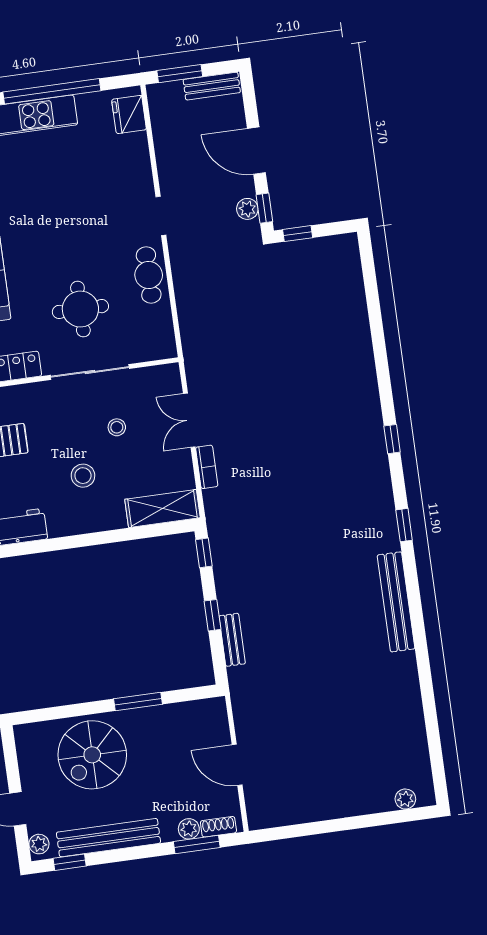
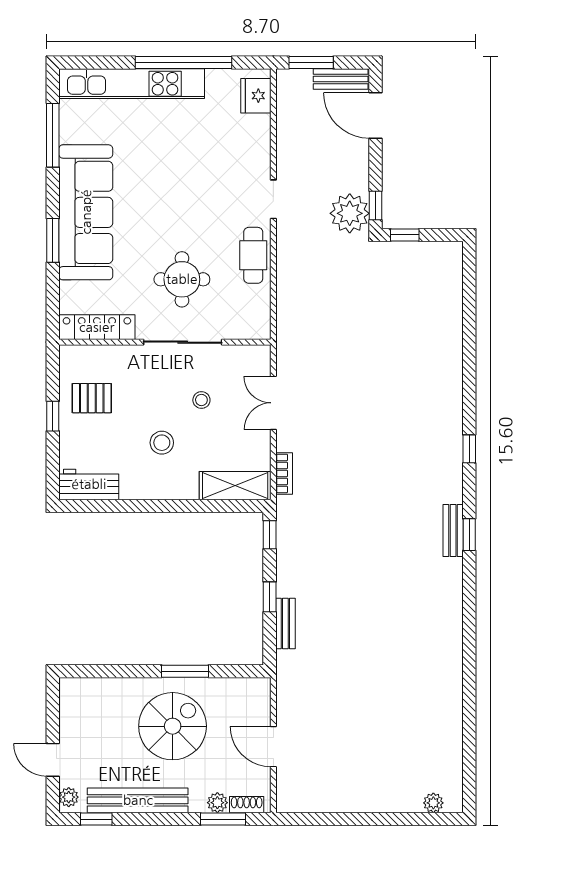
door: (256, 151) -> (376, 116), moved
plant: (247, 209) -> (350, 213), width x1.88, depth x1.88
bookcase: (207, 467) -> (284, 473), moved
bench: (396, 602) -> (453, 530), moved, width x0.54, depth x0.82
spiral stairs: (92, 755) -> (173, 726), moved, turned 180

